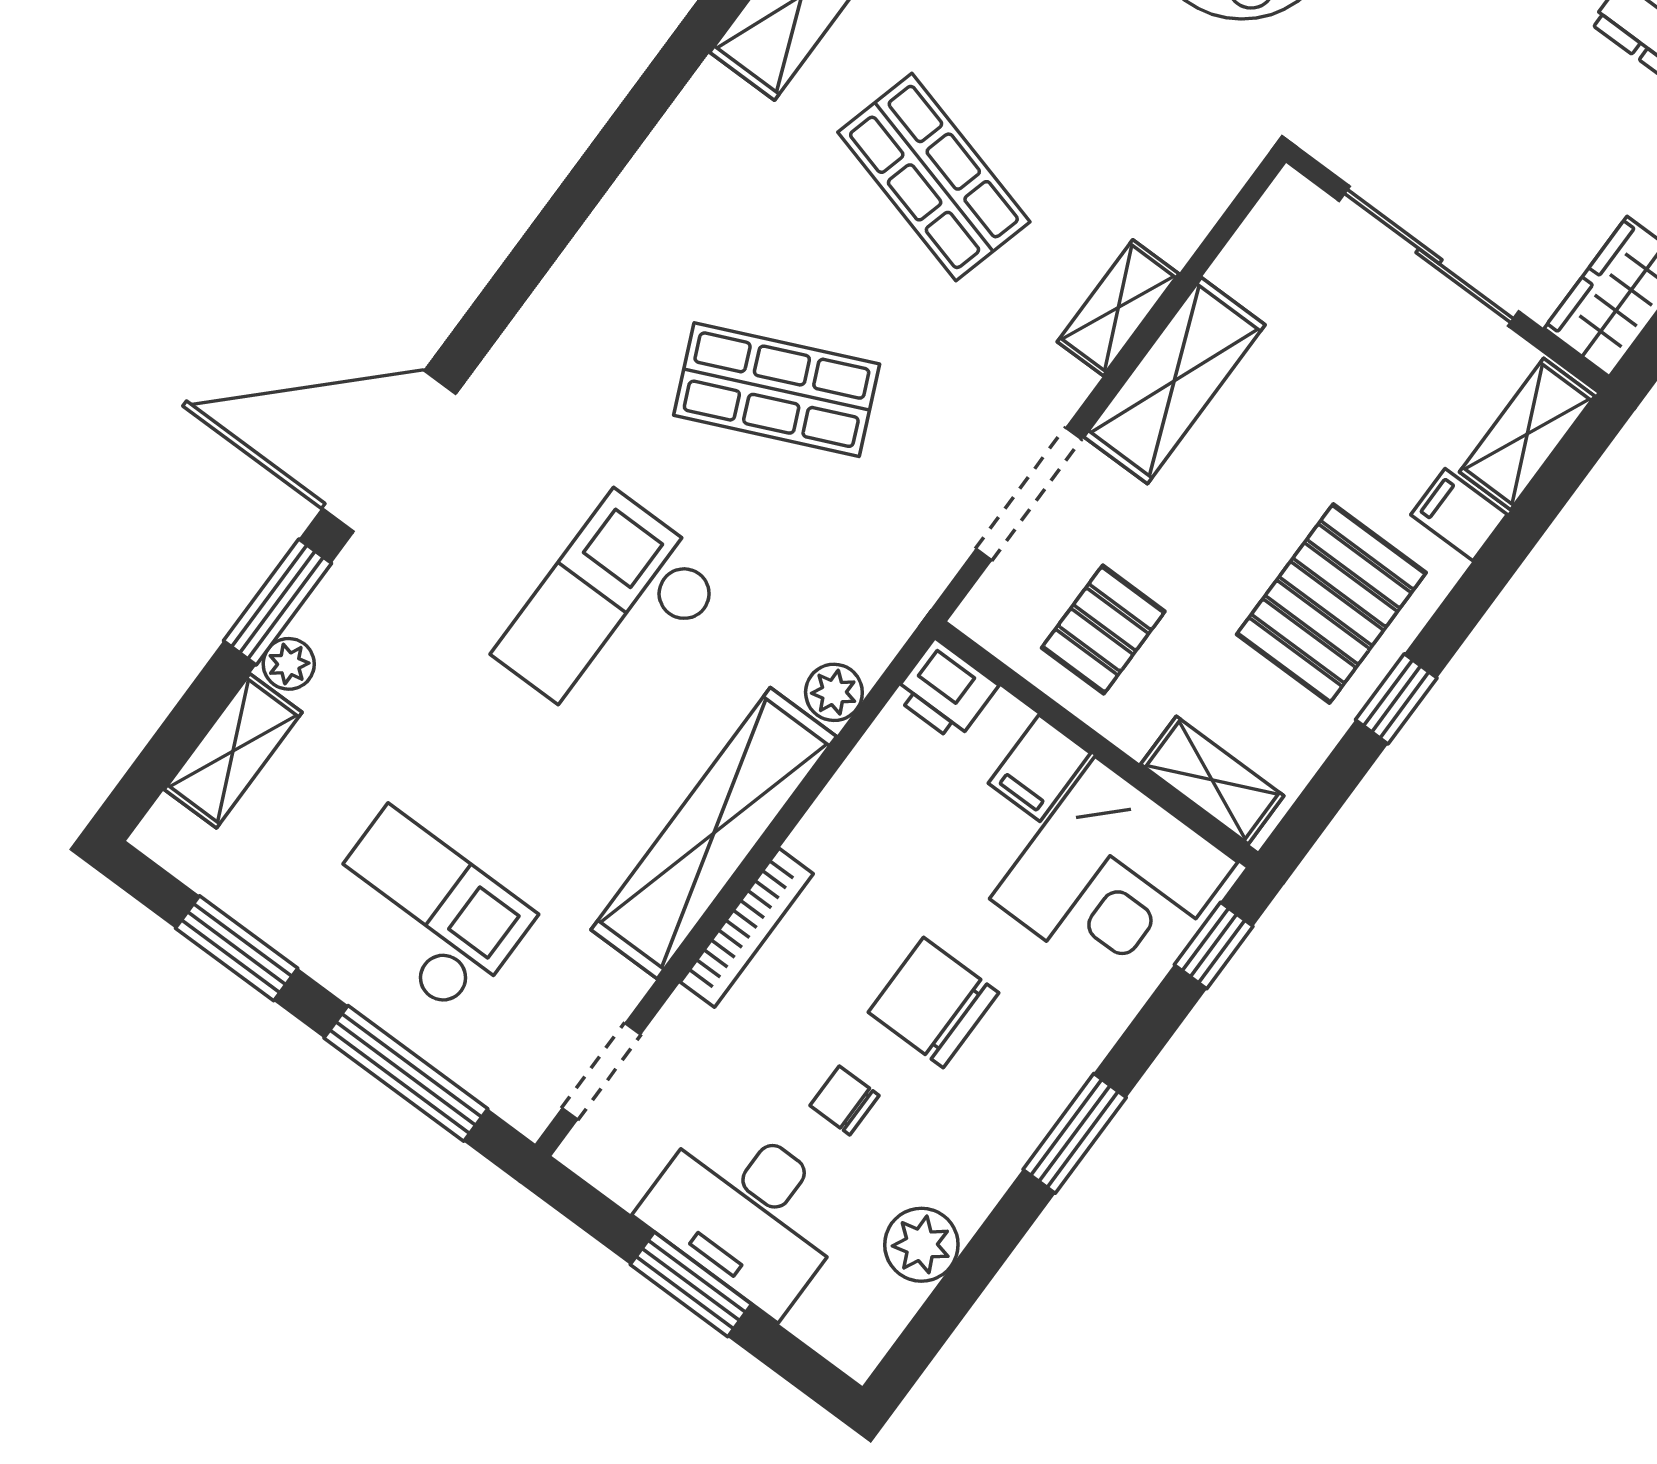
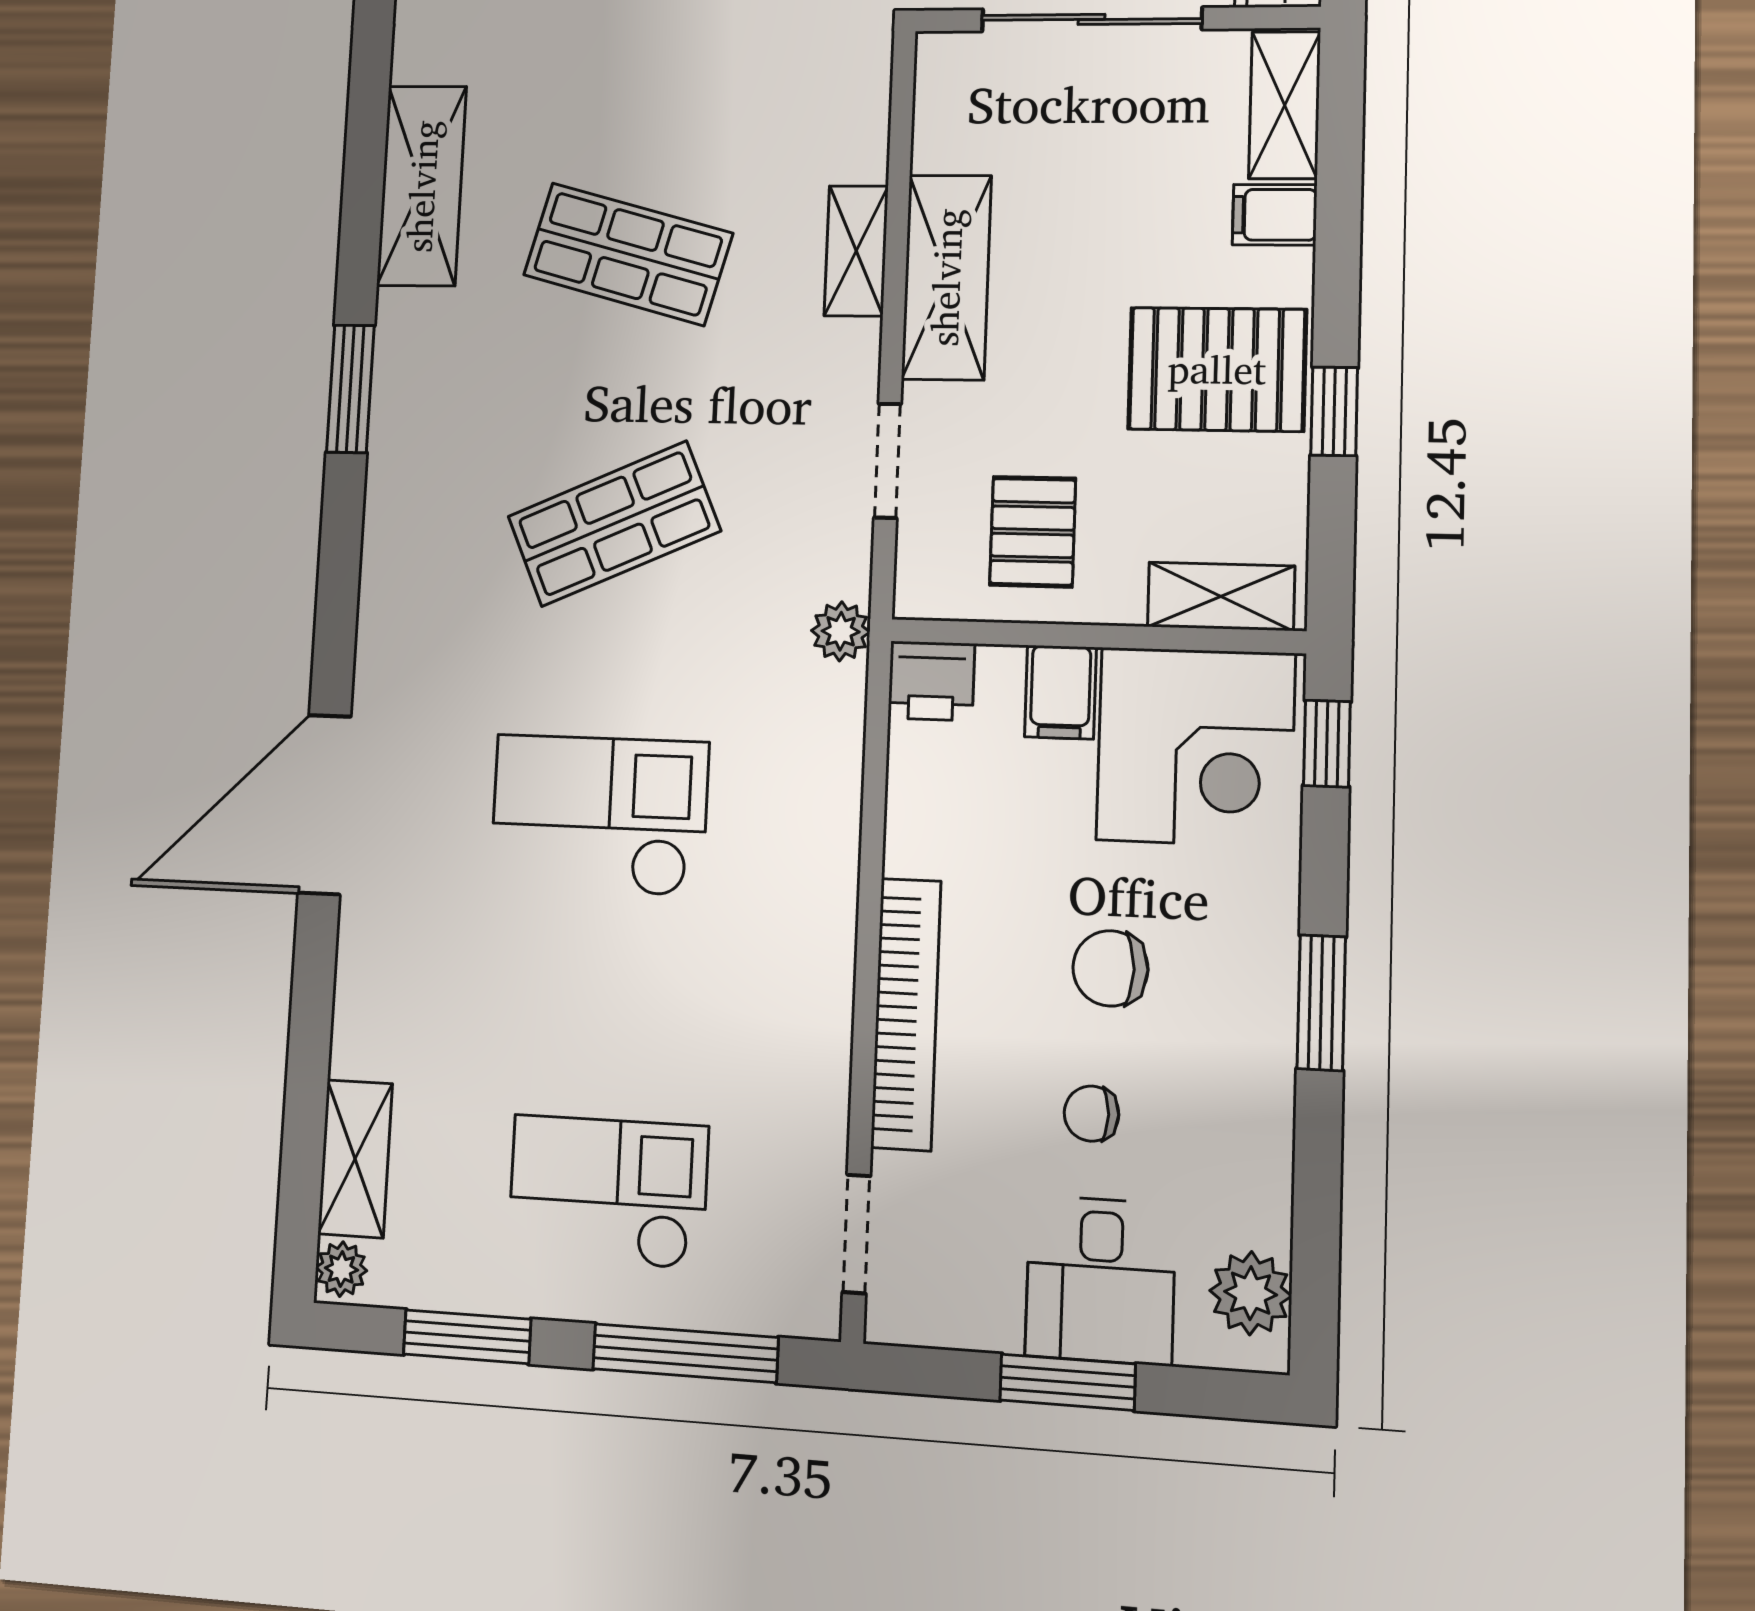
doorway: (1029, 494) -> (888, 461), width x0.73
window: (278, 602) -> (350, 389), moved
pallet: (1331, 603) -> (1217, 369), turned 90
checkout: (611, 614) -> (599, 815), turned 90
plant: (289, 664) -> (341, 1269), moved
plant: (834, 692) -> (841, 631), moved
shelving: (714, 833) -> (814, 948), removed
bookcase: (747, 928) -> (906, 1014), width x1.48, depth x1.31
chair: (933, 1003) -> (1110, 968), width x0.73, depth x0.73
desk: (747, 1212) -> (1100, 1280), width x0.73
plant: (921, 1245) -> (1251, 1293), moved

